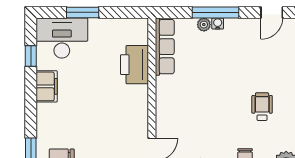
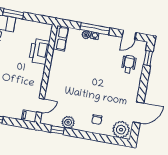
row of seats: (165, 47) -> (61, 38), width x0.68
wheelchair: (262, 107) -> (129, 64), moved

